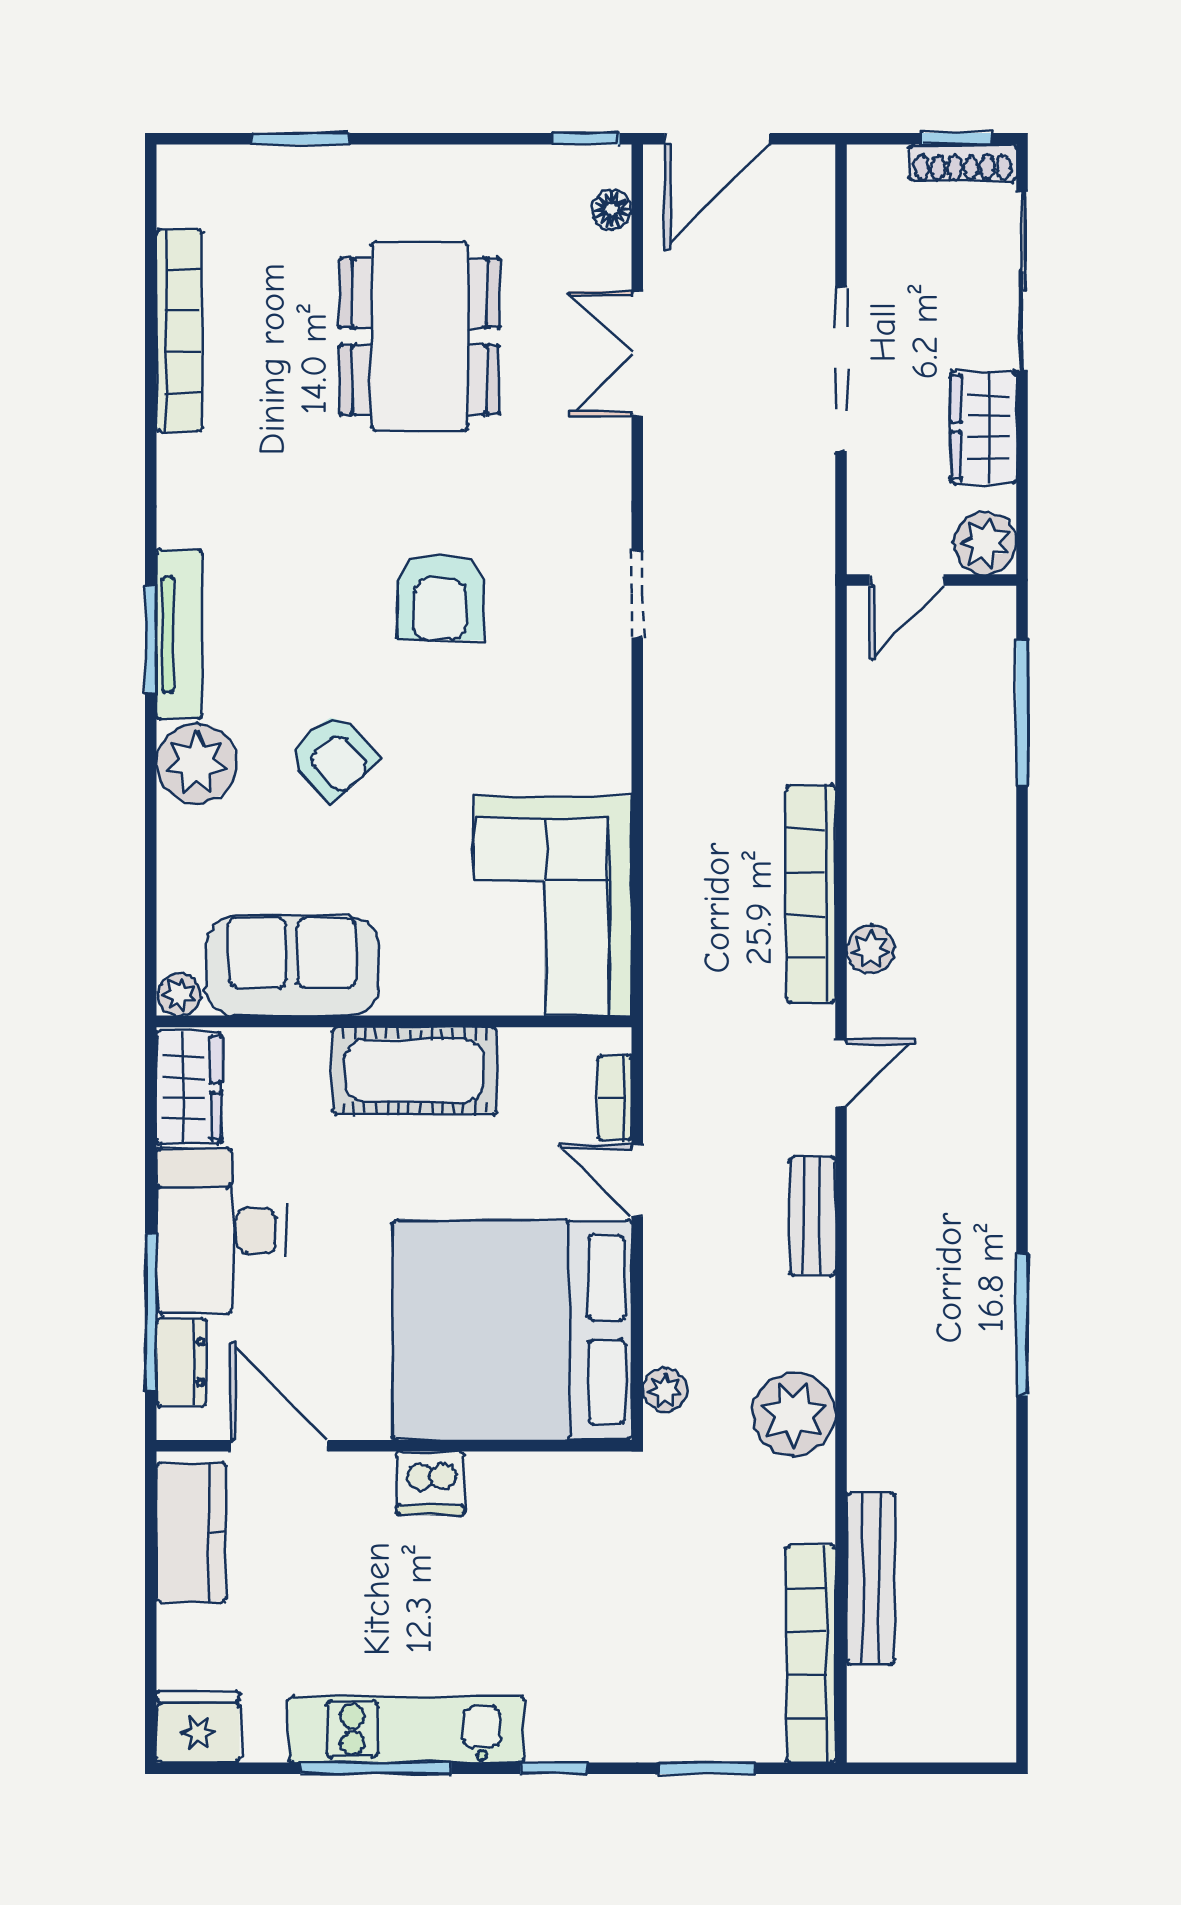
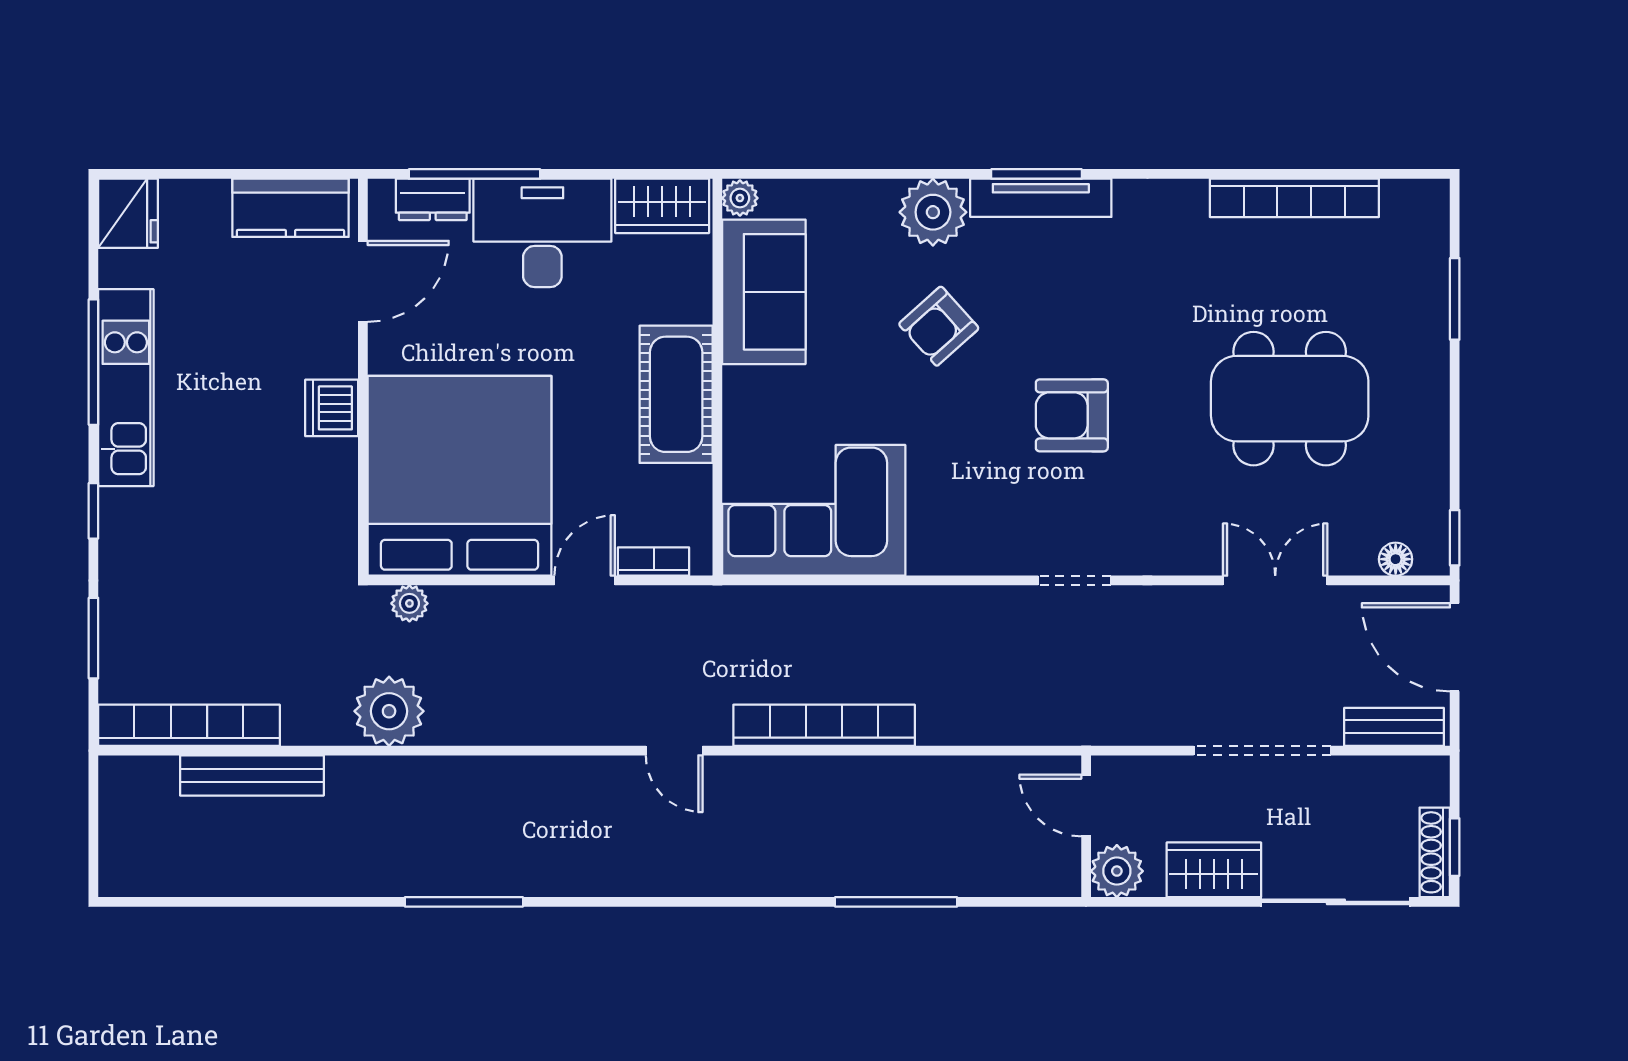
window: (1022, 713) -> (896, 902), moved
plant: (871, 949) -> (777, 775), removed
bench: (813, 1216) -> (1394, 727), moved

